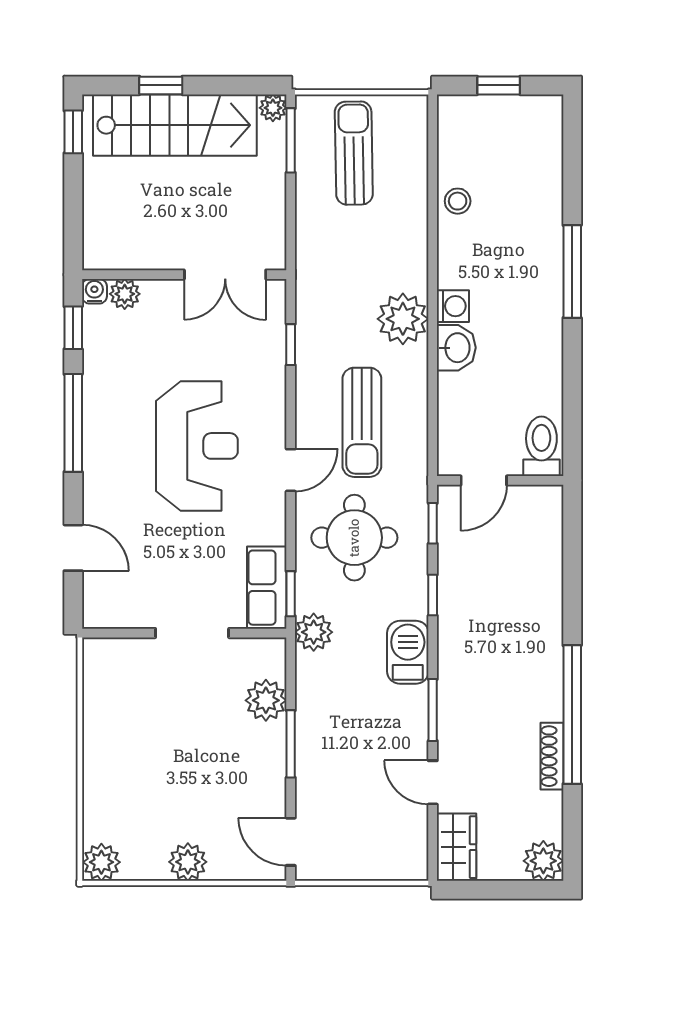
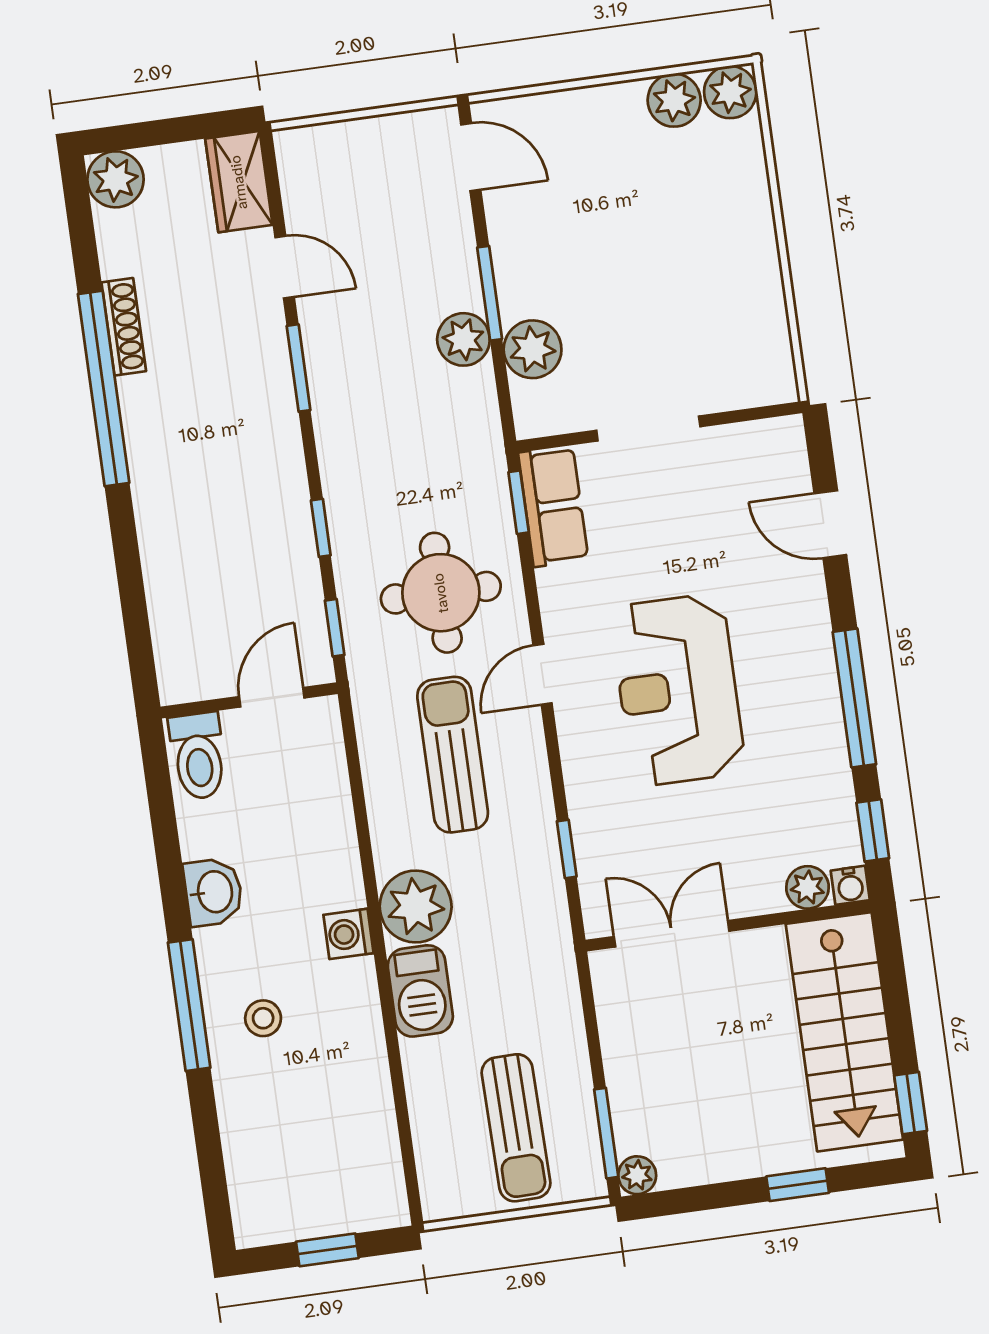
stairs: (175, 125) -> (844, 1032), moved, turned -90
stool: (458, 201) -> (263, 1018), moved
washbasin: (456, 348) -> (213, 892), moved, turned 180
plant: (314, 632) -> (463, 339), moved
barbecue: (408, 652) -> (420, 991), moved
plant: (188, 862) -> (674, 100), moved

